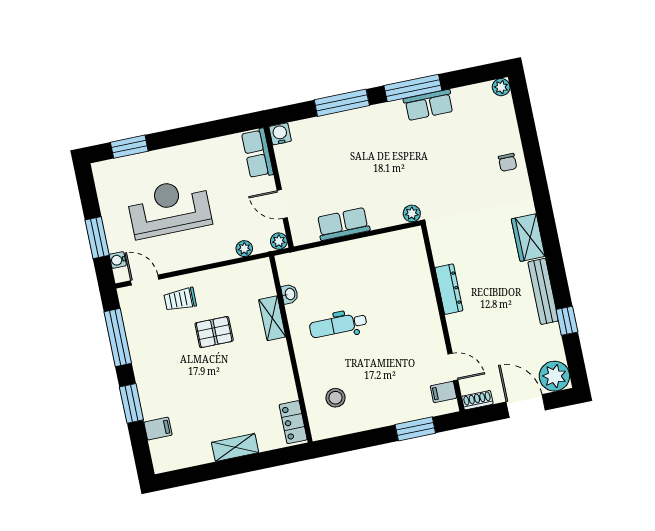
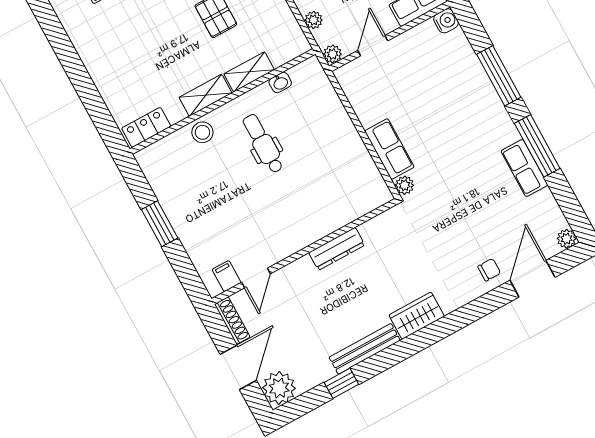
door: (527, 127) -> (532, 279), added
chair: (508, 162) -> (489, 270), turned 180
row of seats: (343, 224) -> (389, 149), moved
stool: (335, 398) -> (202, 132), moved
shoe rack: (477, 400) -> (232, 321), width x1.43
window: (415, 429) -> (160, 224), moved
shelving: (235, 447) -> (205, 95), moved, turned 90

